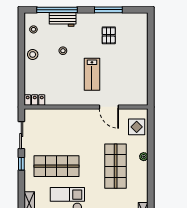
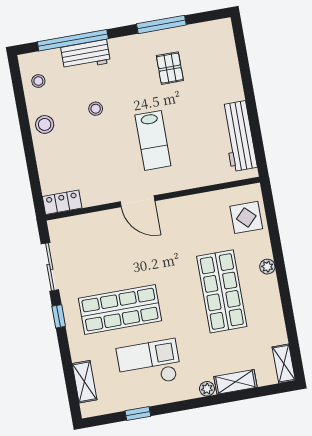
workbench: (141, 80) -> (239, 136), added
door: (109, 107) -> (138, 201), moved

